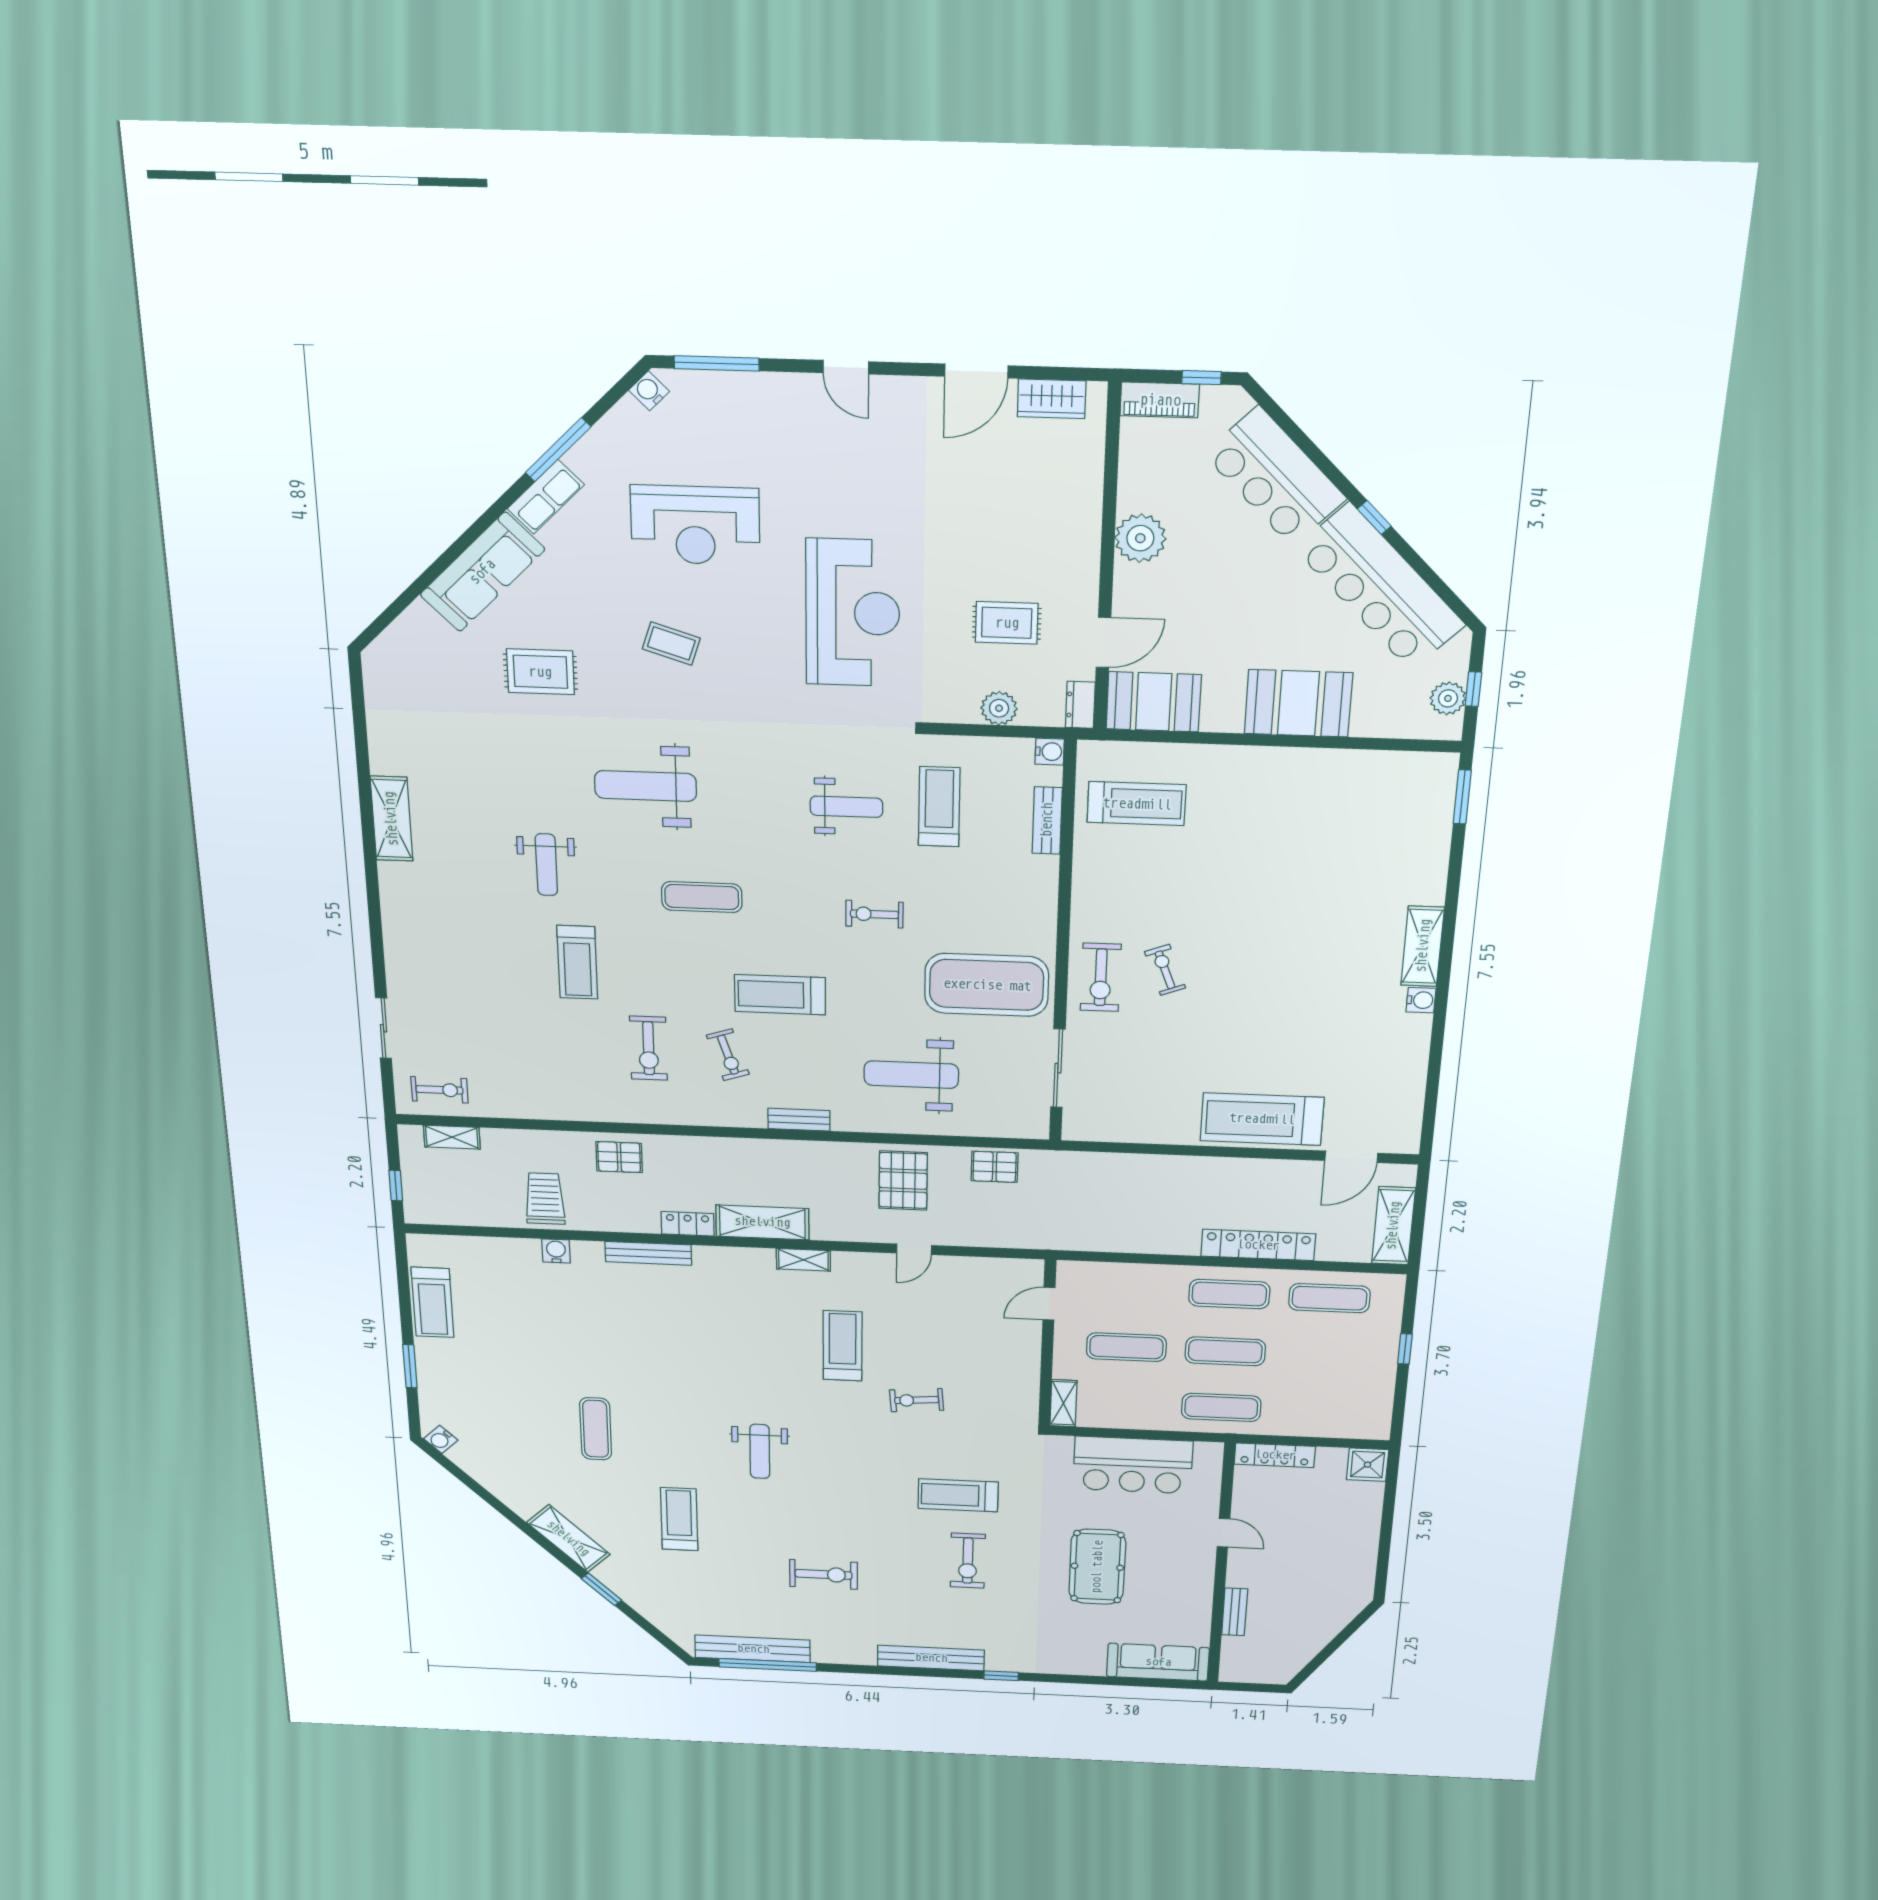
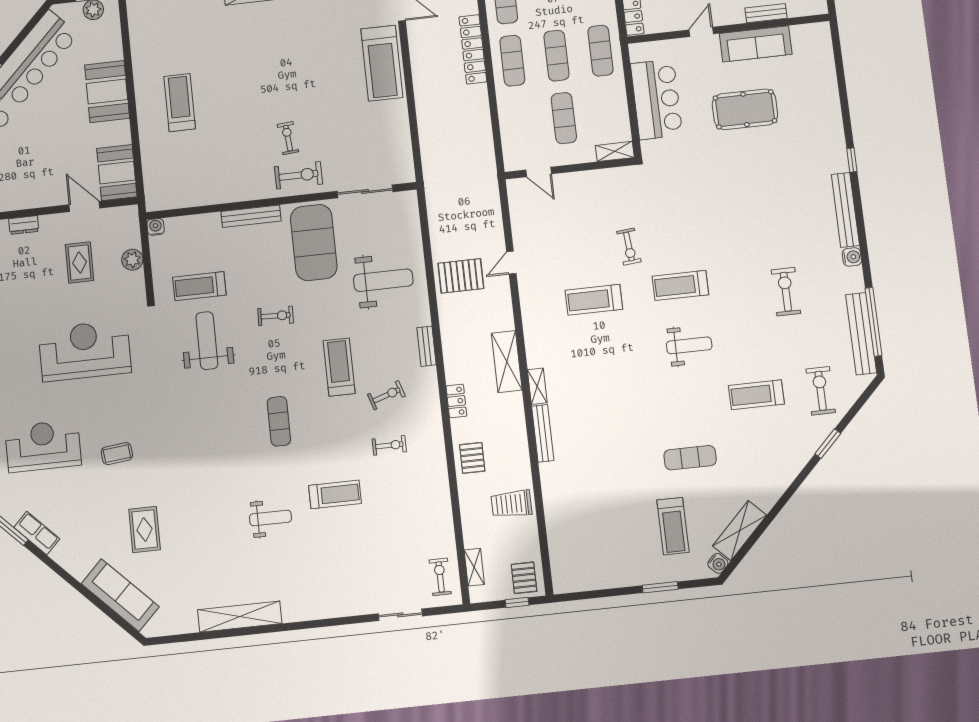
reception desk: (695, 525) -> (43, 446), turned -90
plant: (1140, 538) -> (20, 196), removed
sofa: (482, 572) -> (120, 595), moved
coffee table: (671, 644) -> (117, 454), turned 66
dresser: (1080, 705) -> (24, 225), moved
weight bench: (645, 786) -> (210, 462), removed
treadmill: (1137, 804) -> (180, 103), moved
weight bench: (846, 807) -> (207, 341), width x1.36, depth x1.33
shelving: (391, 819) -> (240, 617), width x1.47
bench: (1047, 820) -> (251, 216), moved, width x1.36
exercise bike: (874, 914) -> (276, 316), turned -88
exercise bike: (1165, 970) -> (288, 138), turned 106
treadmill: (780, 995) -> (339, 367), turned 180
exercise bike: (649, 1048) -> (389, 445), width x0.73, depth x0.72
weight bench: (911, 1075) -> (383, 280), turned -90
pallet: (995, 1167) -> (524, 578), moved
locker: (688, 1224) -> (456, 401), moved, turned 180
door: (914, 1249) -> (511, 263), swing flipped
water cooler: (556, 1251) -> (852, 257), moved, turned 180
shelving: (803, 1260) -> (537, 386), moved
treadmill: (432, 1302) -> (673, 526), moved, turned 90
treadmill: (958, 1495) -> (680, 285), moved, turned 90
shelving: (568, 1538) -> (740, 531), moved
exercise bike: (968, 1561) -> (821, 391), moved, turned -90
sofa: (1158, 1662) -> (756, 44), moved, turned -90

